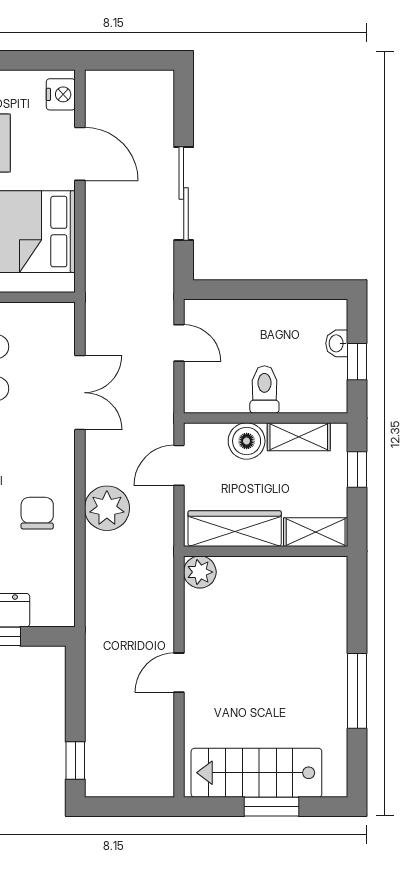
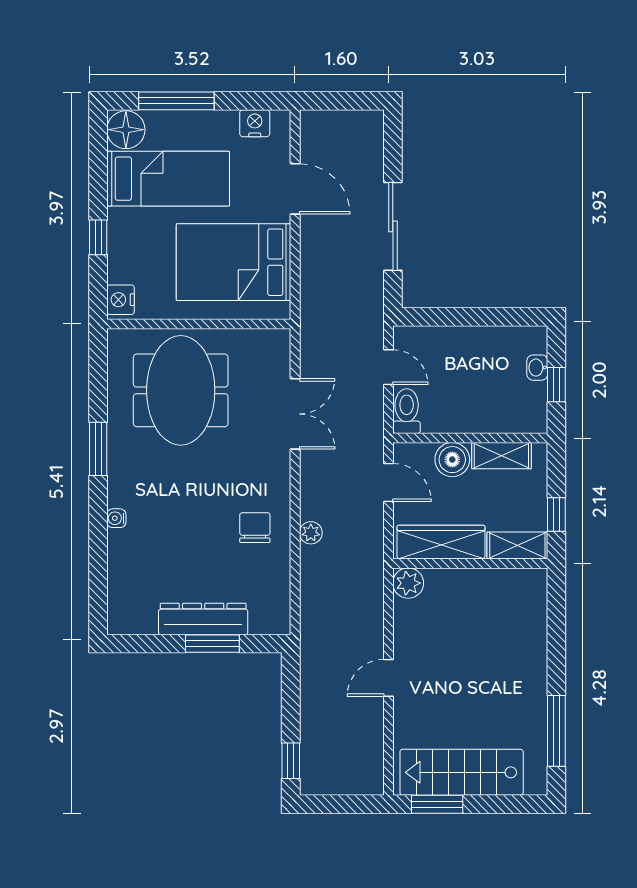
nightstand: (61, 94) -> (255, 123), moved, turned -90
toilet: (264, 390) -> (407, 411), moved
door: (179, 465) -> (389, 482), swing flipped
window: (357, 470) -> (556, 514), moved
plant: (107, 508) -> (311, 533), width x0.53, depth x0.53
window: (357, 691) -> (556, 731), moved
window: (271, 807) -> (437, 804), moved

